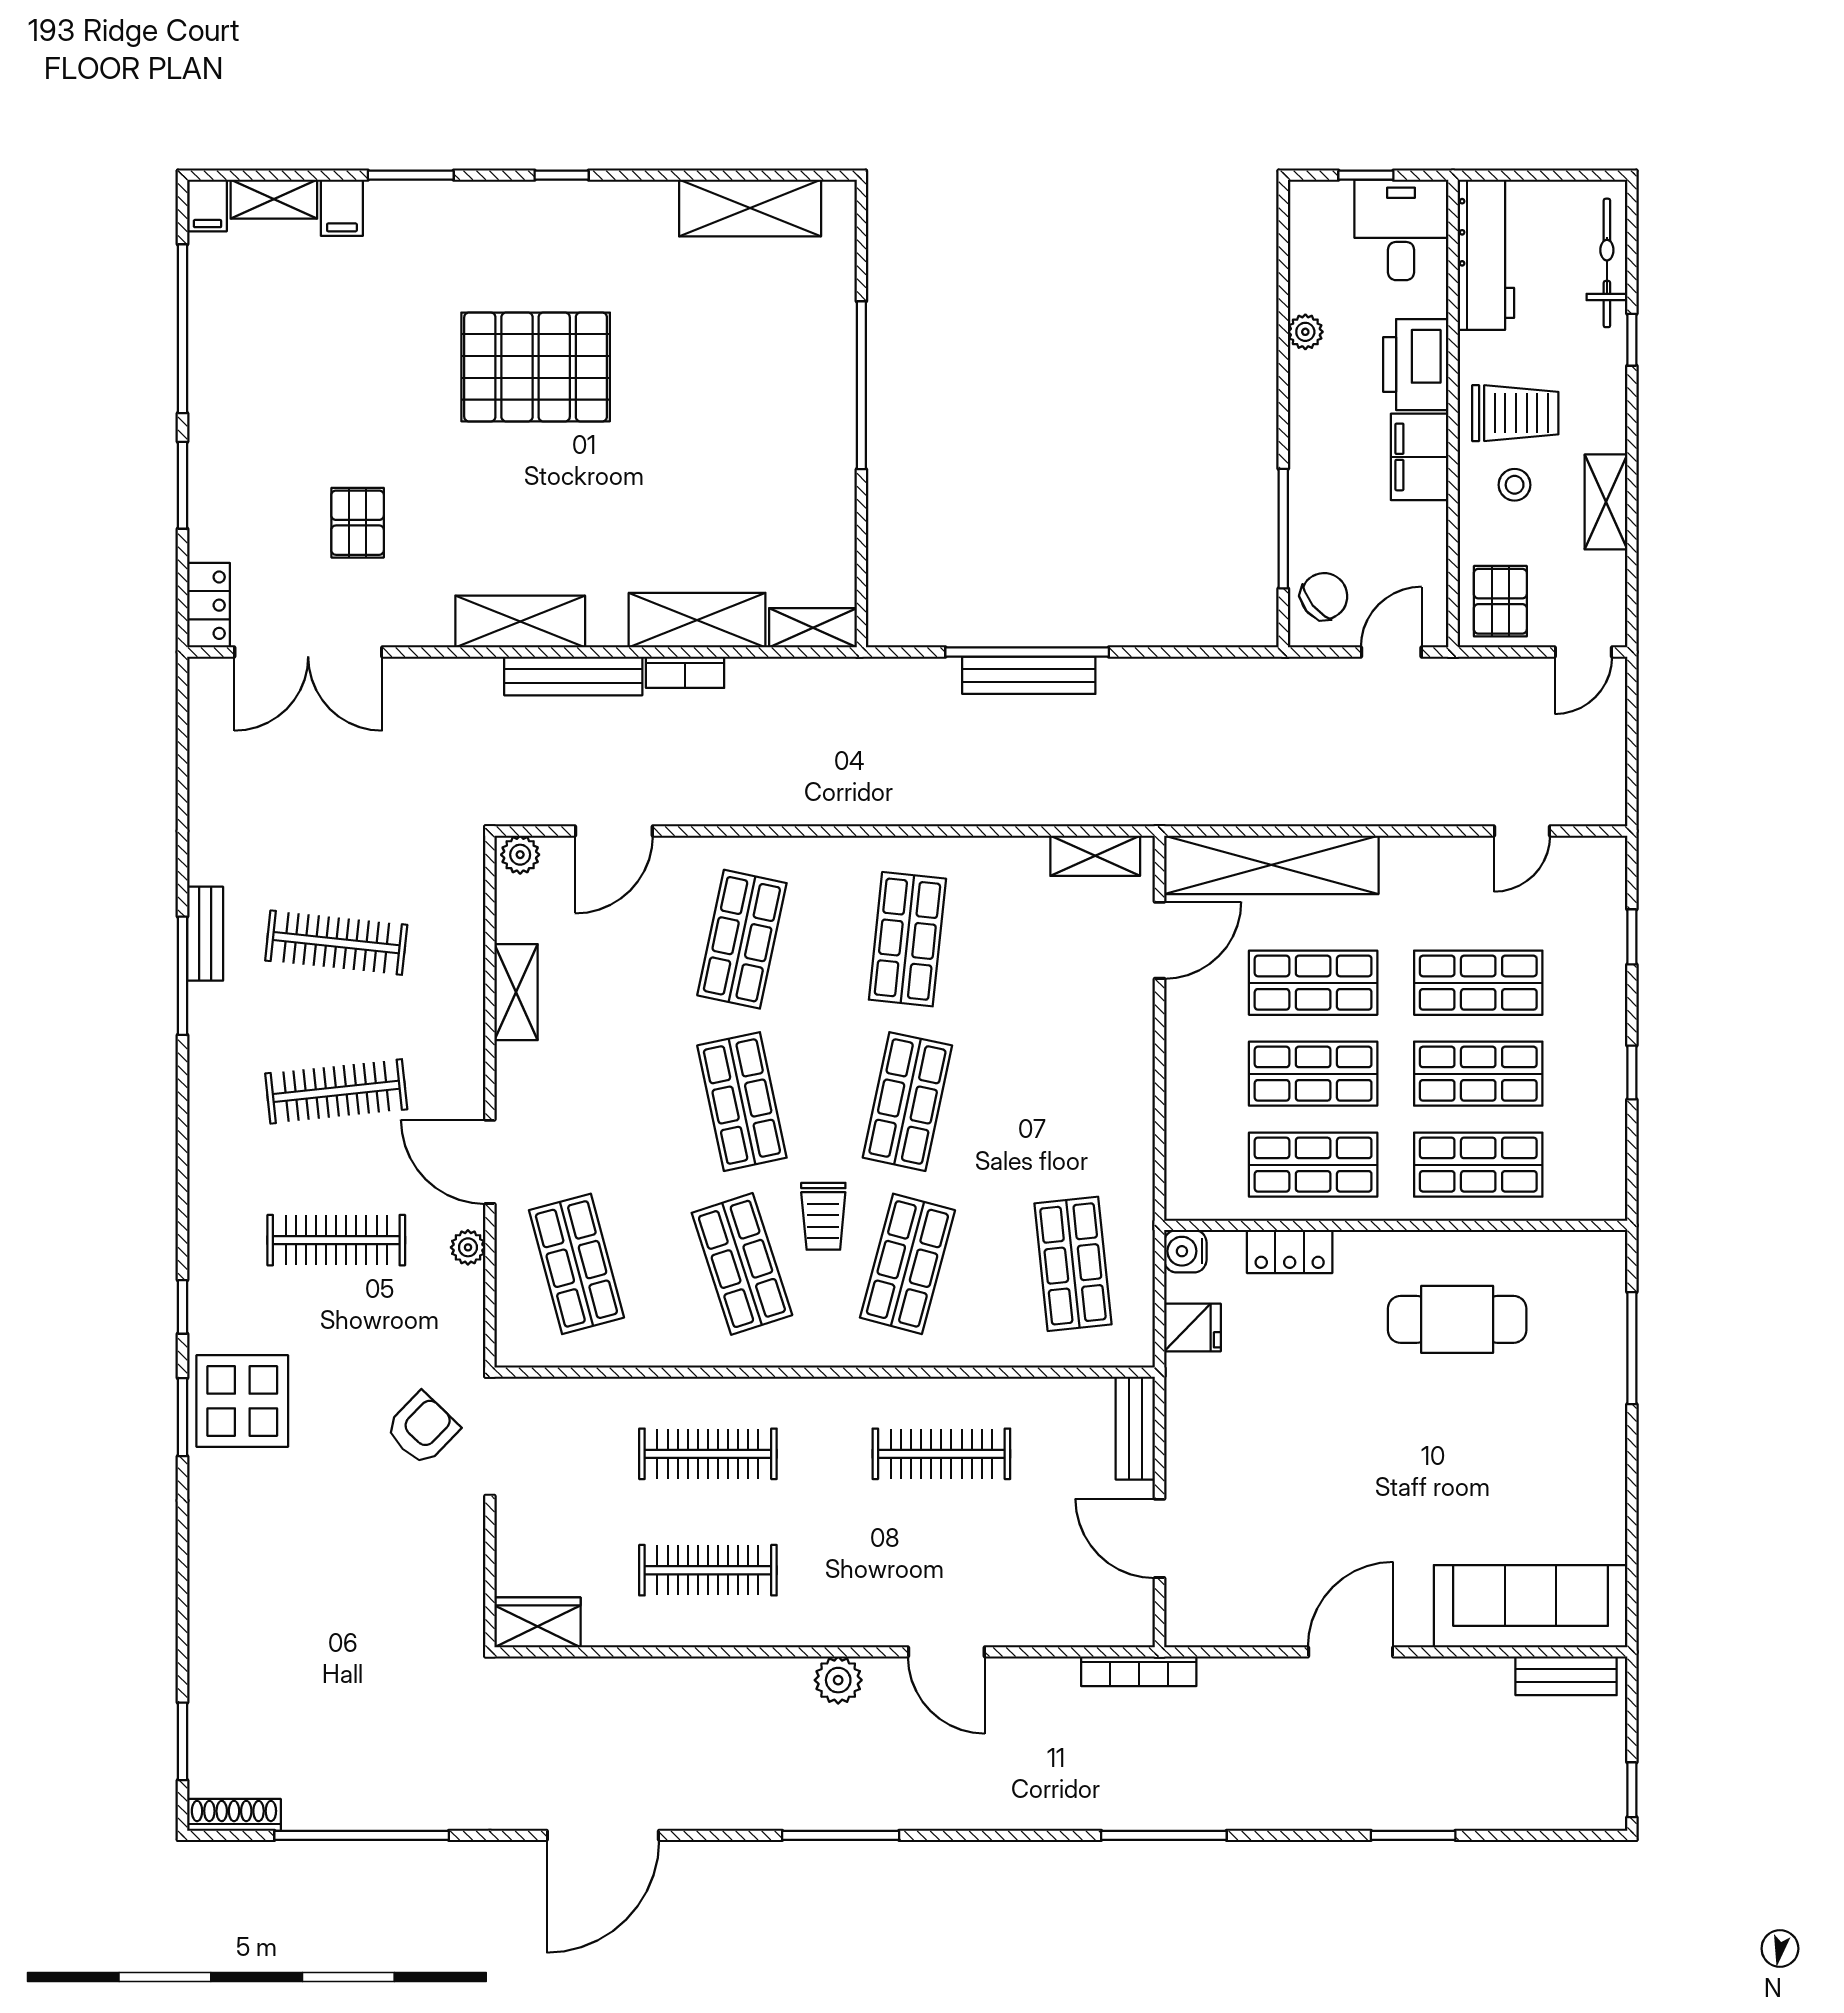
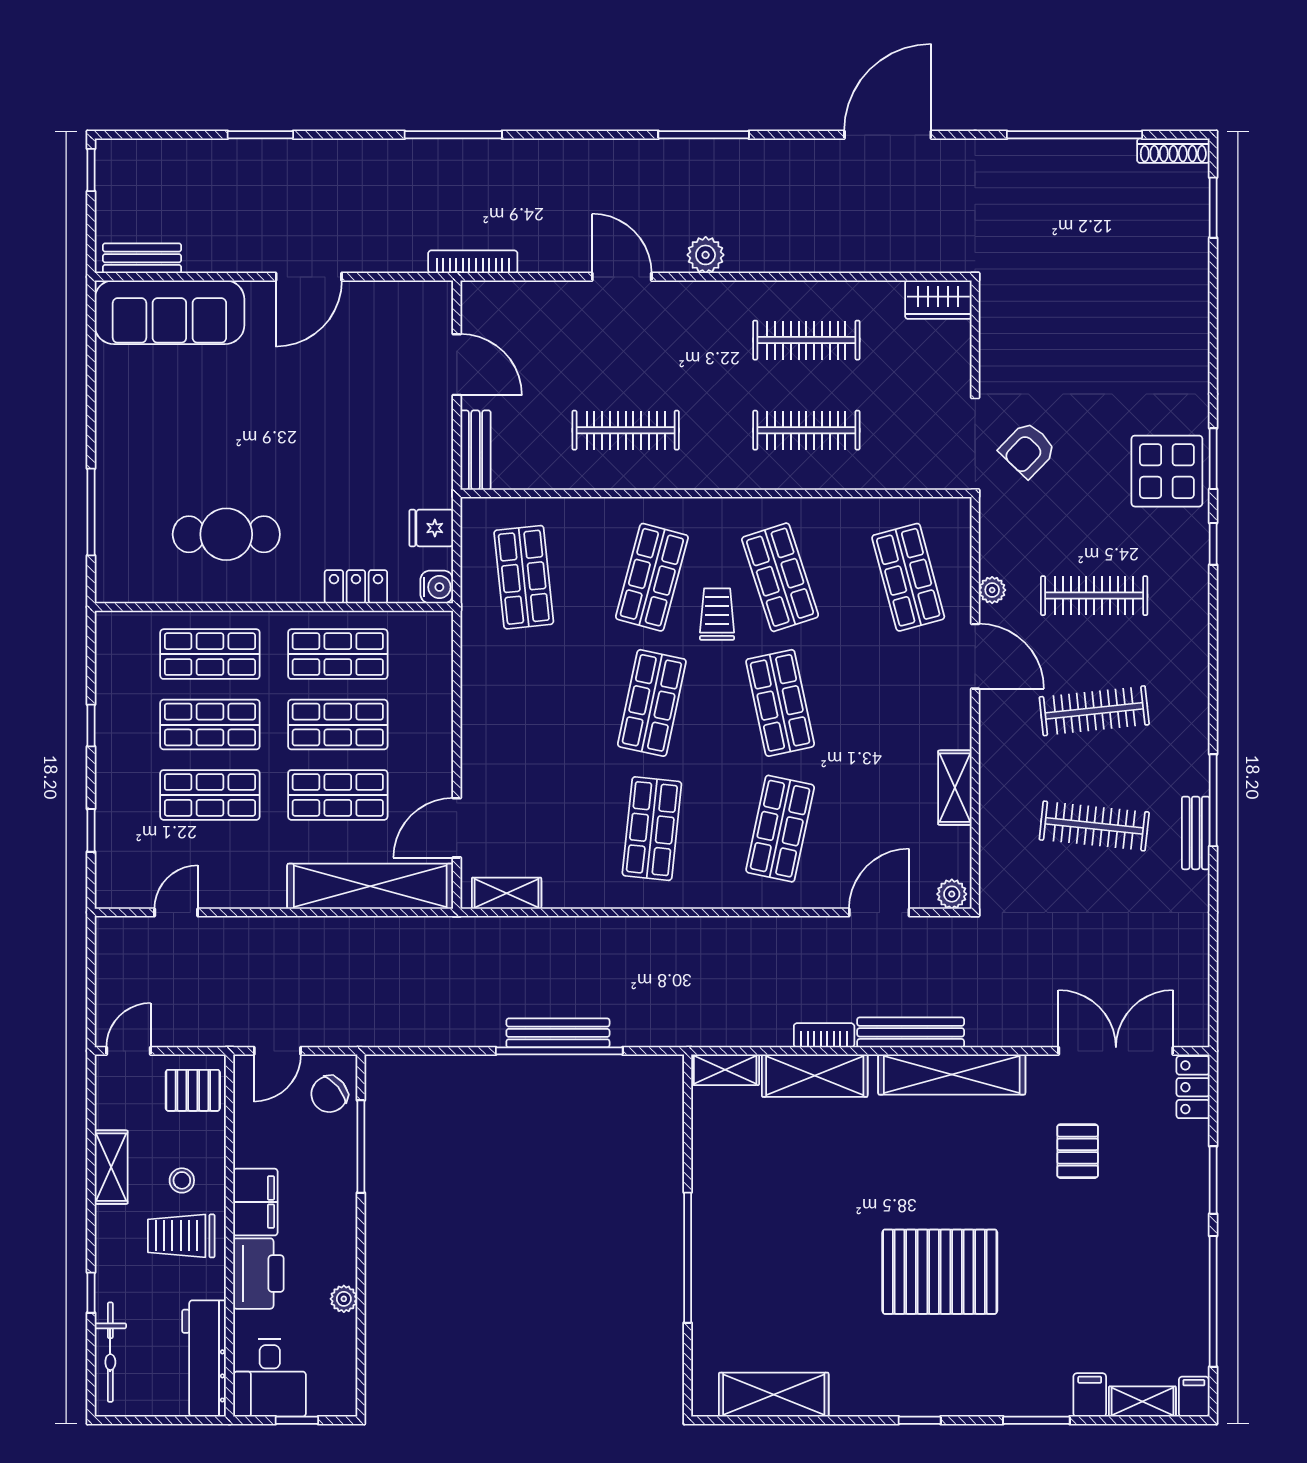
pallet: (1500, 601) -> (193, 1090), turned 90
shelving: (520, 622) -> (952, 1075), width x1.47

